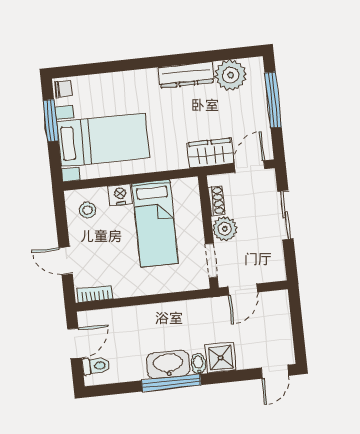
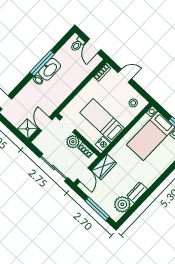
dresser: (186, 75) -> (137, 192), width x0.70
nightstand: (120, 195) -> (103, 144), moved
sliding door: (285, 215) -> (54, 168), width x1.37
shower: (221, 358) -> (28, 129), moved

